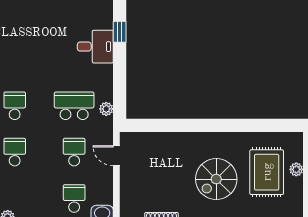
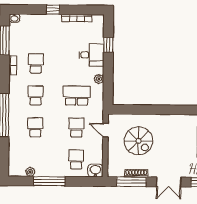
school desk: (15, 59) -> (36, 63), added
plant: (106, 109) -> (99, 79), moved
spiral stairs: (216, 179) -> (138, 141), moved, turned -90

